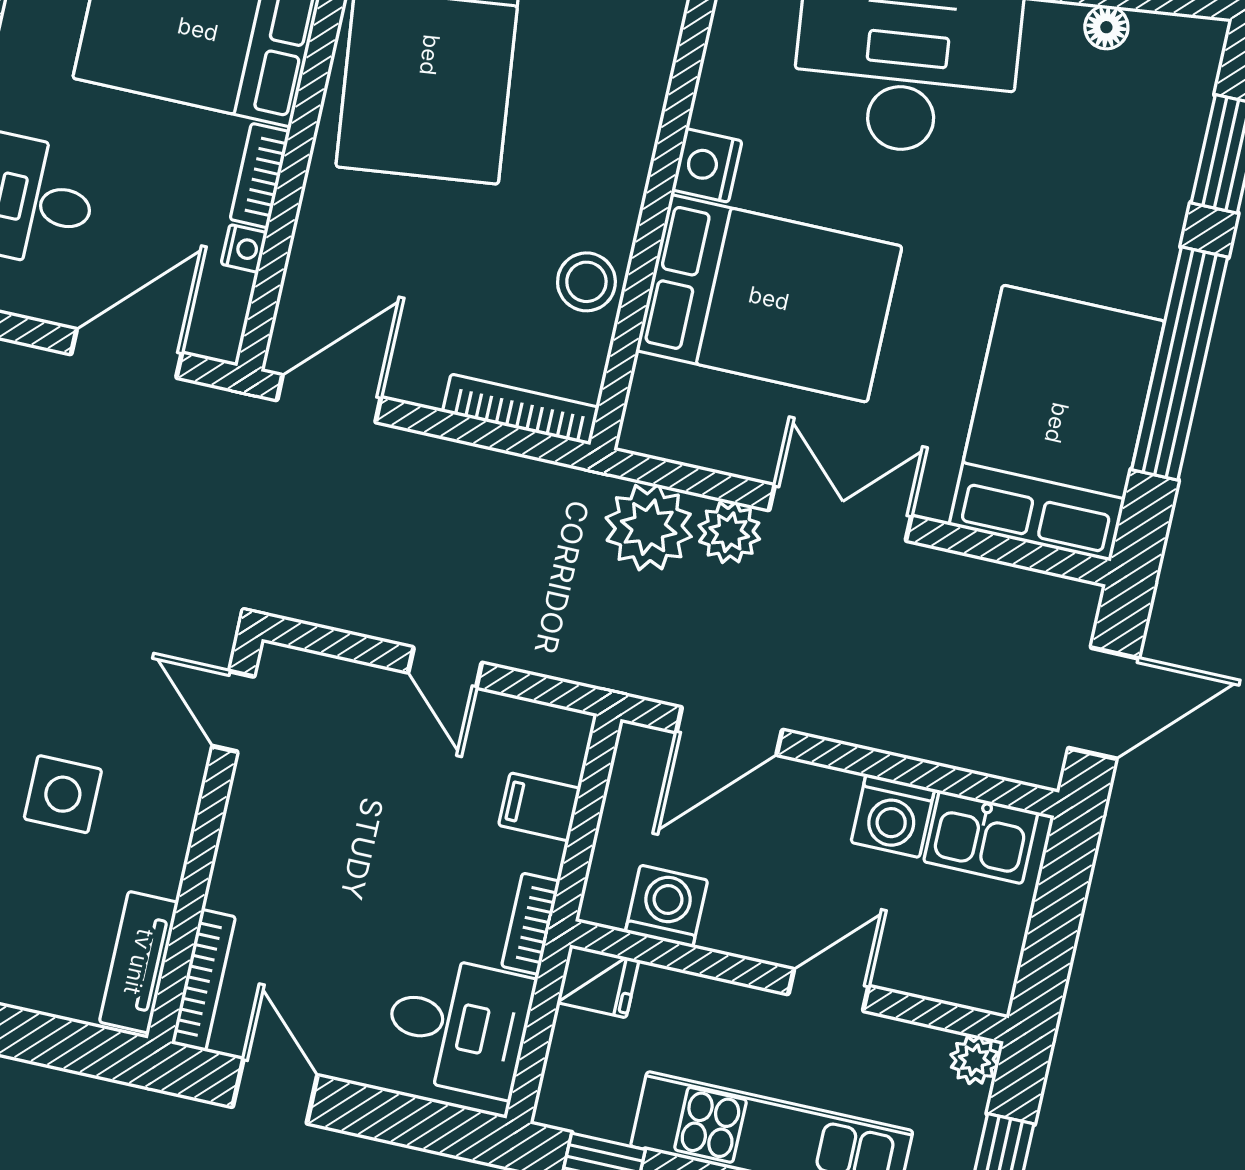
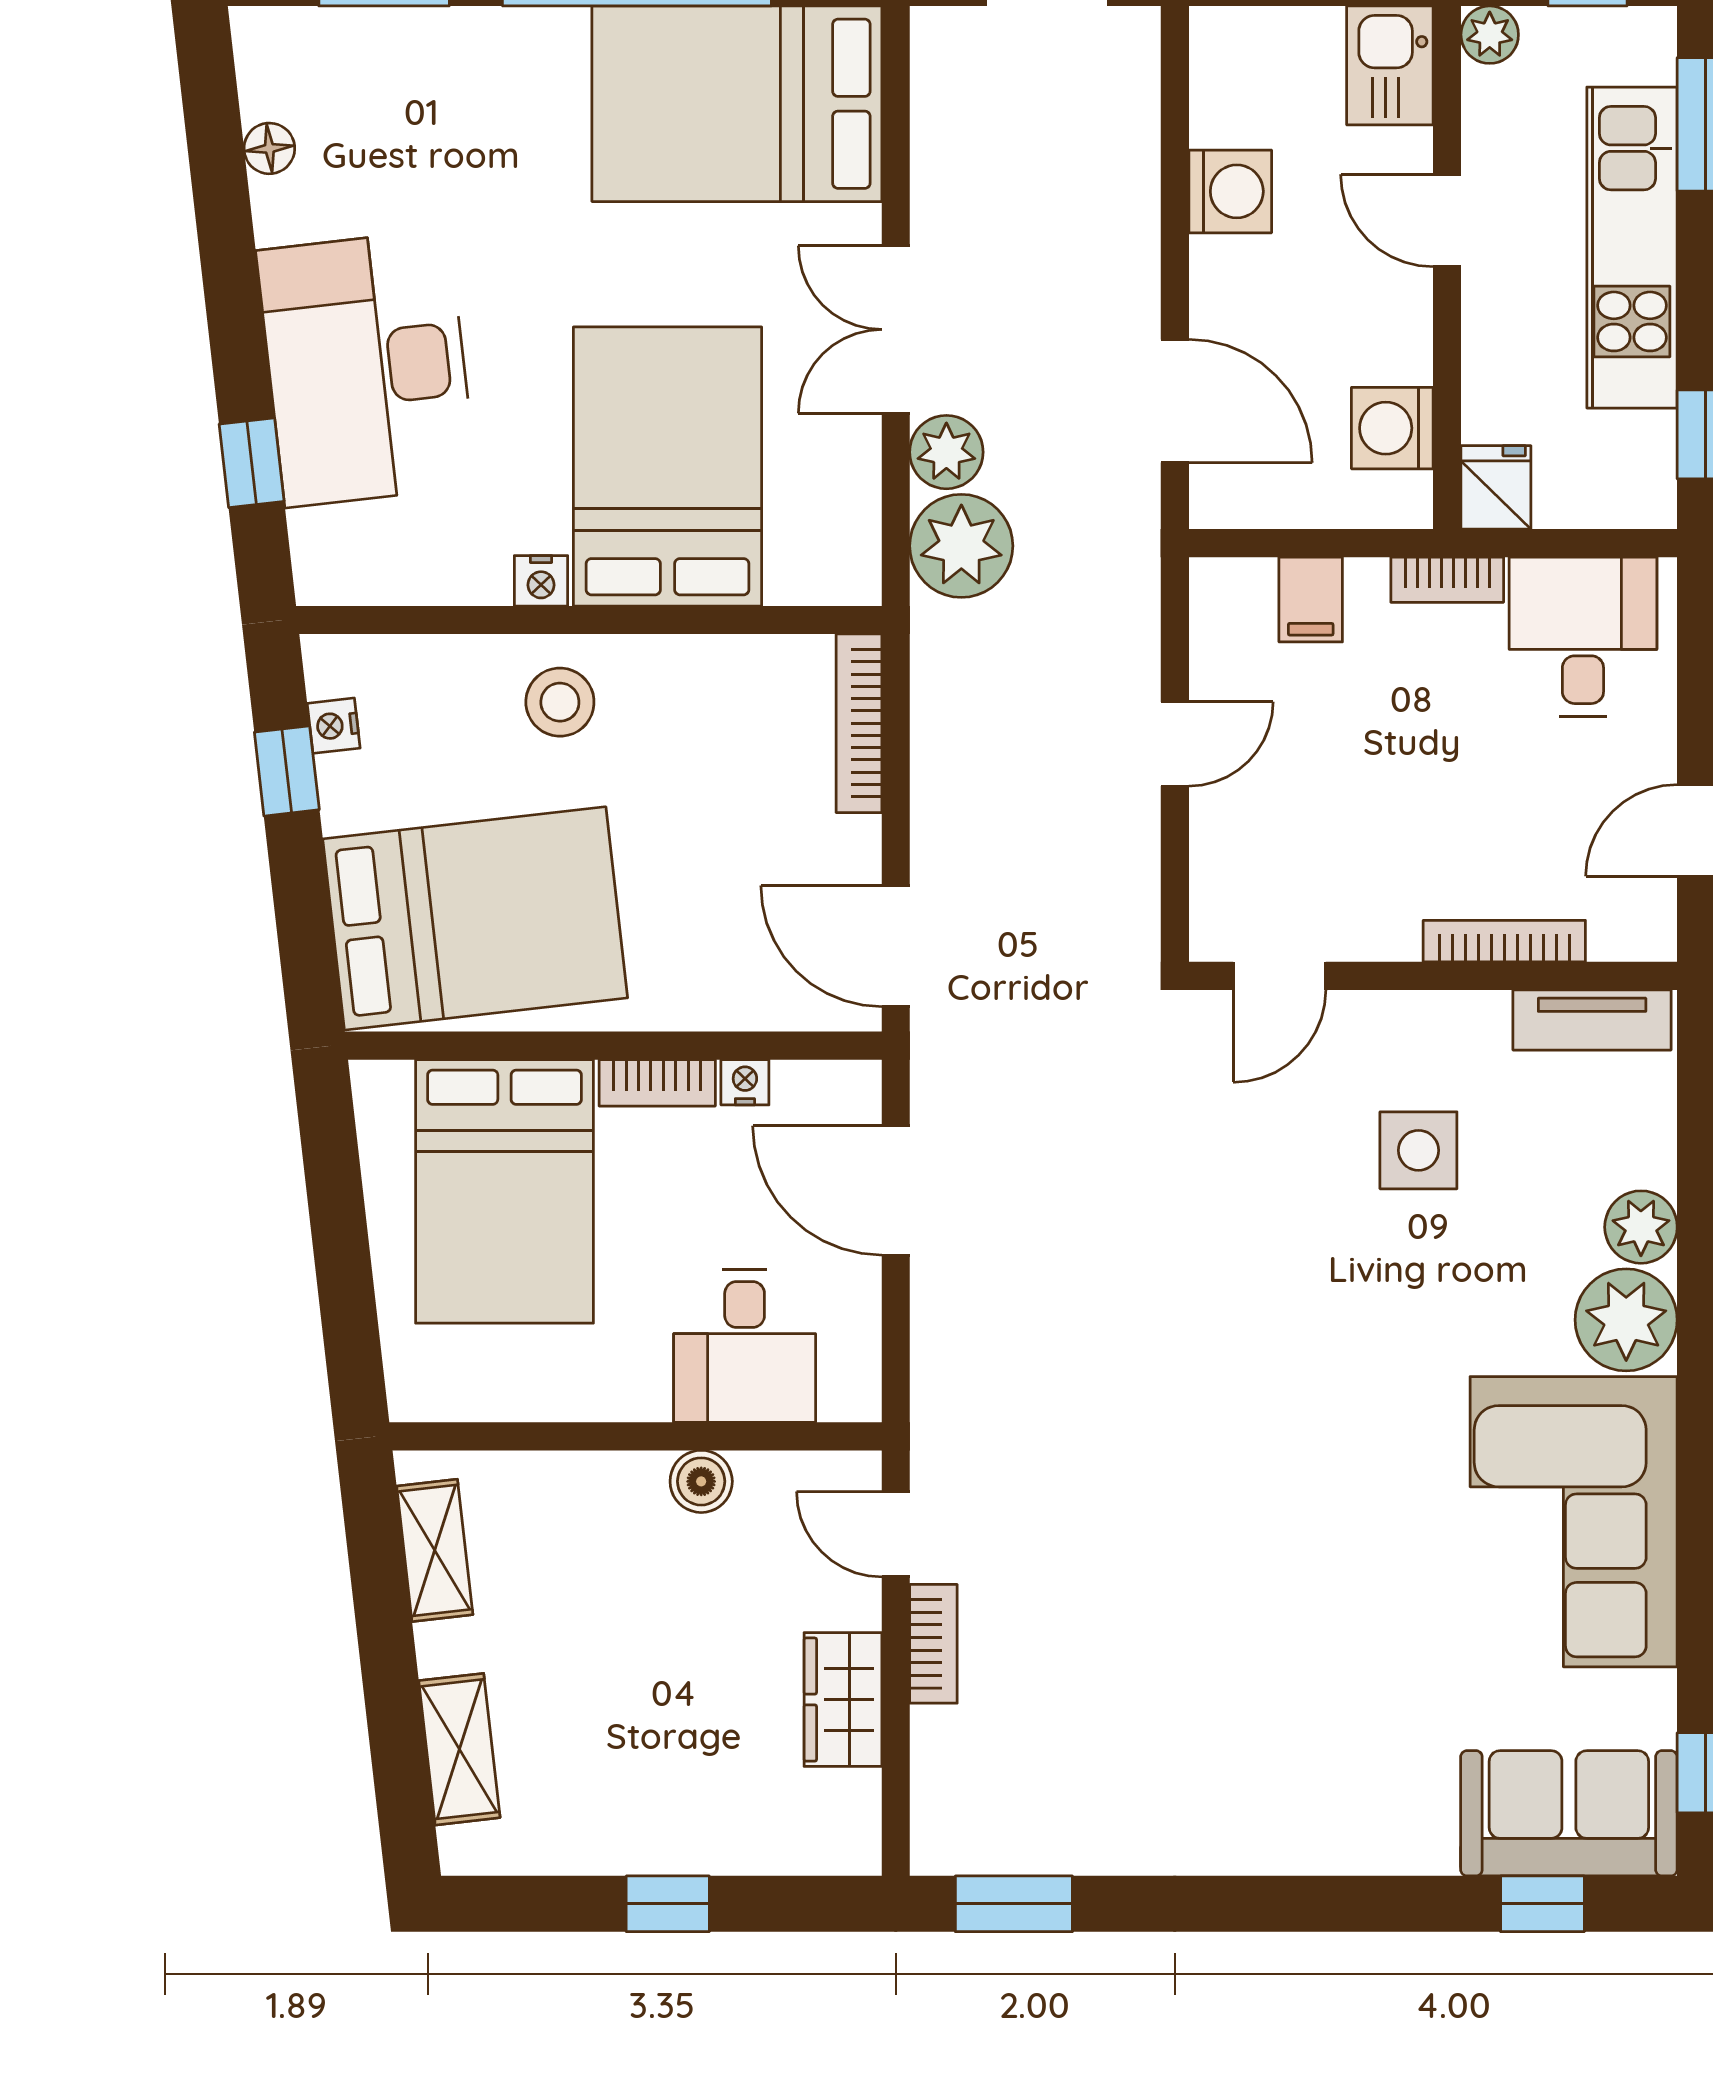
nightstand: (707, 165) -> (541, 581), width x0.72, depth x0.74
stool: (586, 282) -> (560, 702), moved
kitchen sink: (981, 837) -> (1390, 65), moved, turned 180
bookcase: (203, 980) -> (1504, 941), moved

